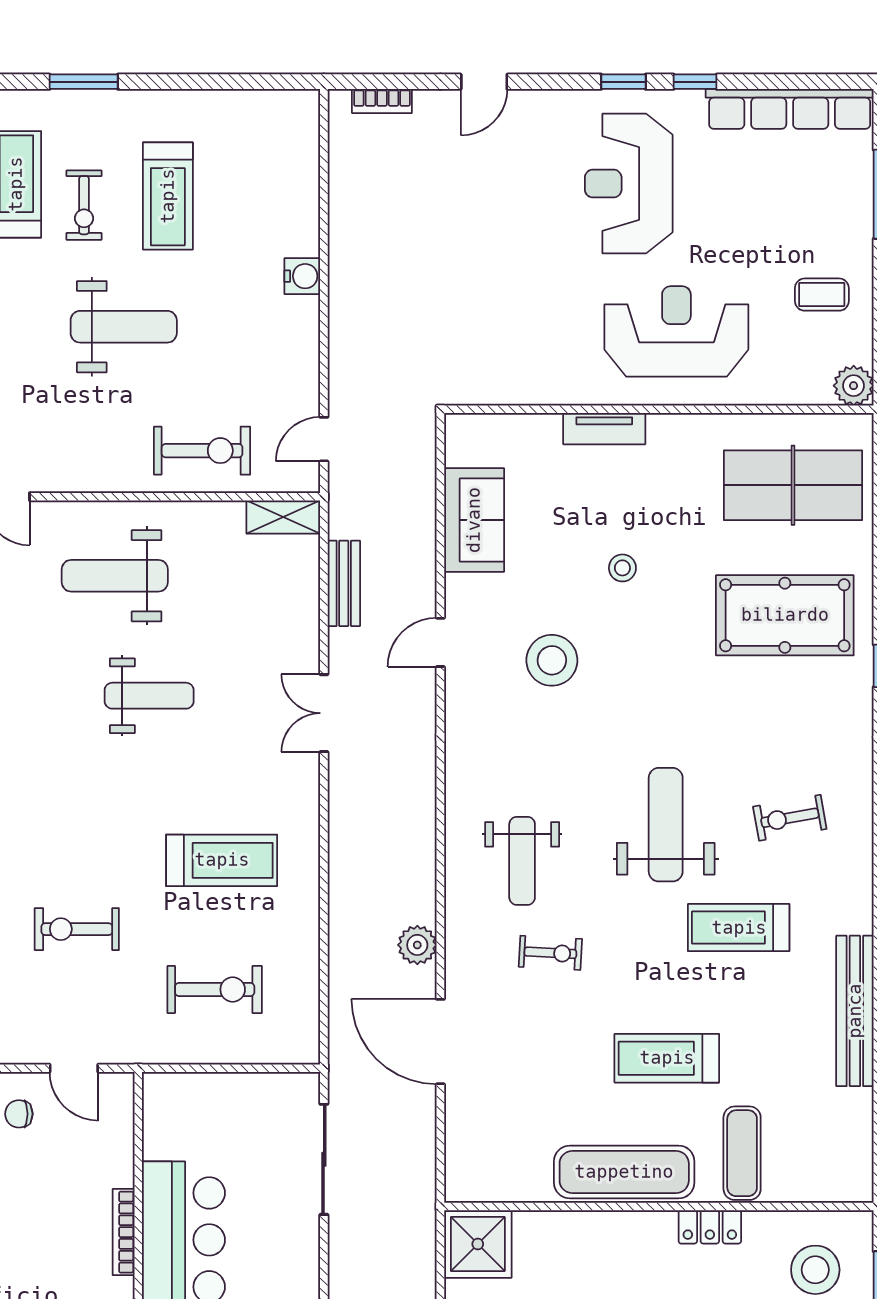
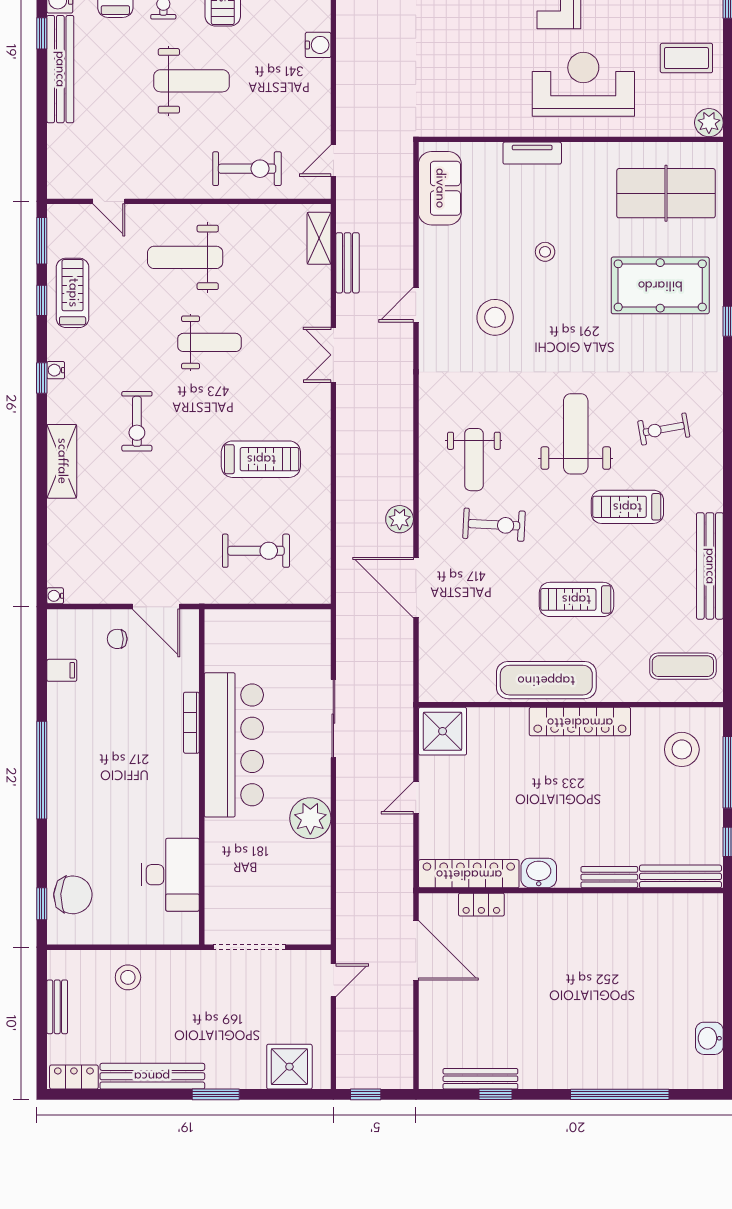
coffee table: (822, 295) -> (686, 58), width x1.36, depth x1.30
shelving: (283, 517) -> (319, 238), moved, turned 90
sofa: (474, 520) -> (440, 188), moved
exercise bike: (77, 929) -> (137, 421), moved, turned -90
exercise bike: (550, 953) -> (494, 525), width x1.38, depth x1.39
door: (74, 1068) -> (156, 607), width x1.37
exercise mat: (742, 1153) -> (683, 666), moved, turned 90
sliding door: (324, 1159) -> (333, 719), moved
locker: (710, 1227) -> (580, 722), width x2.16, depth x1.21

